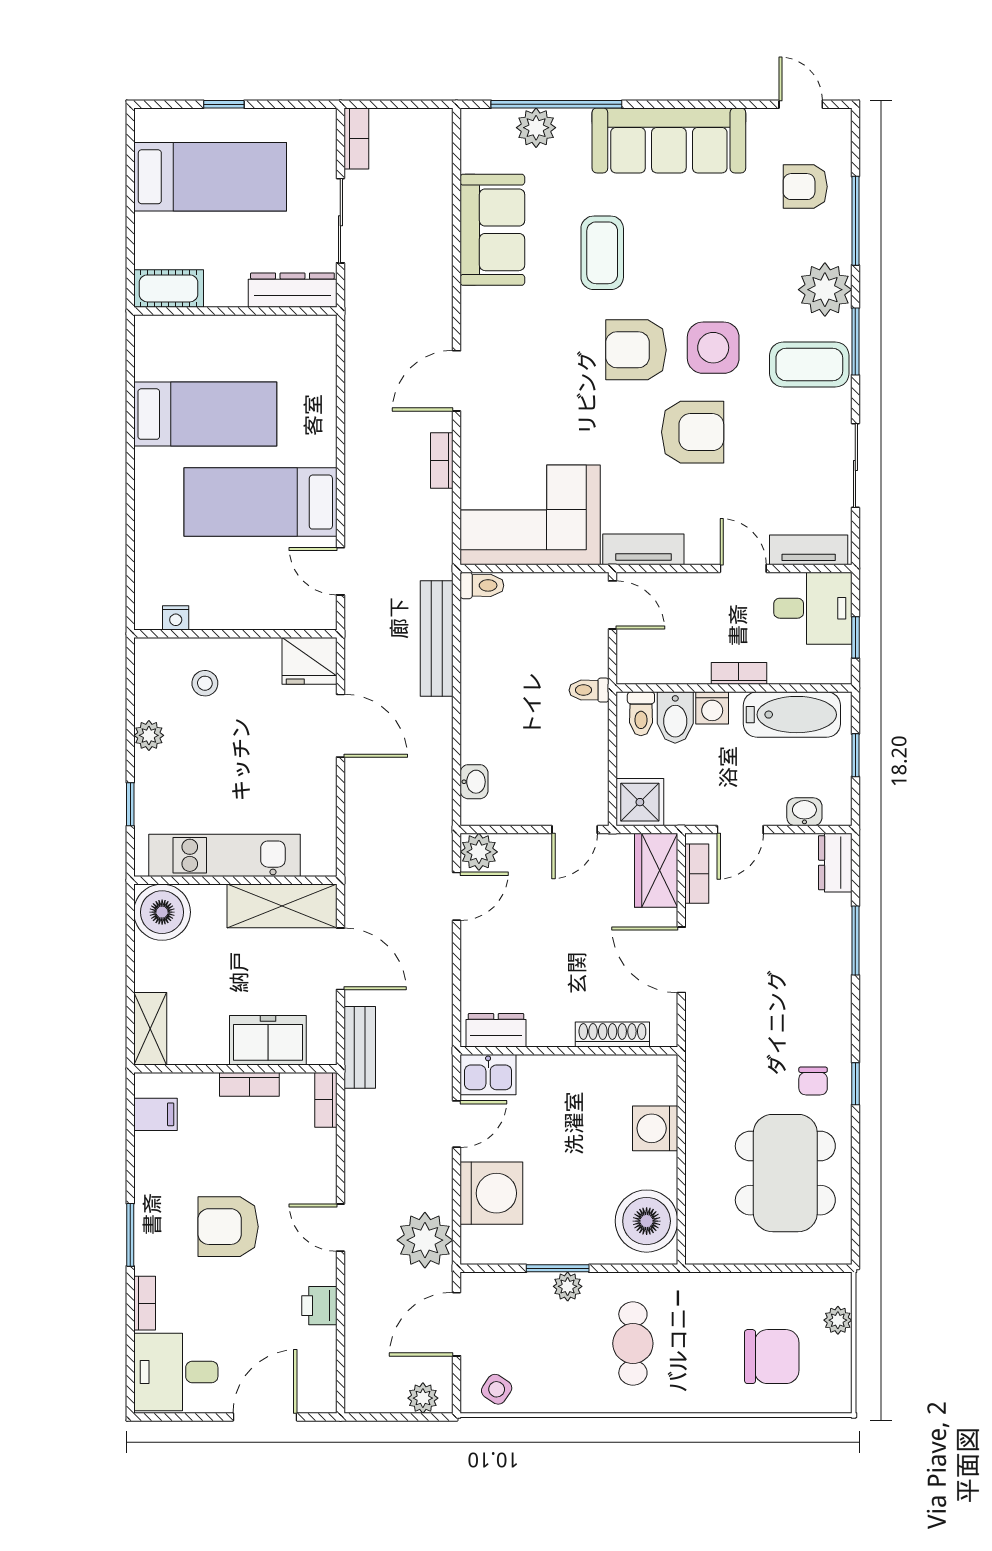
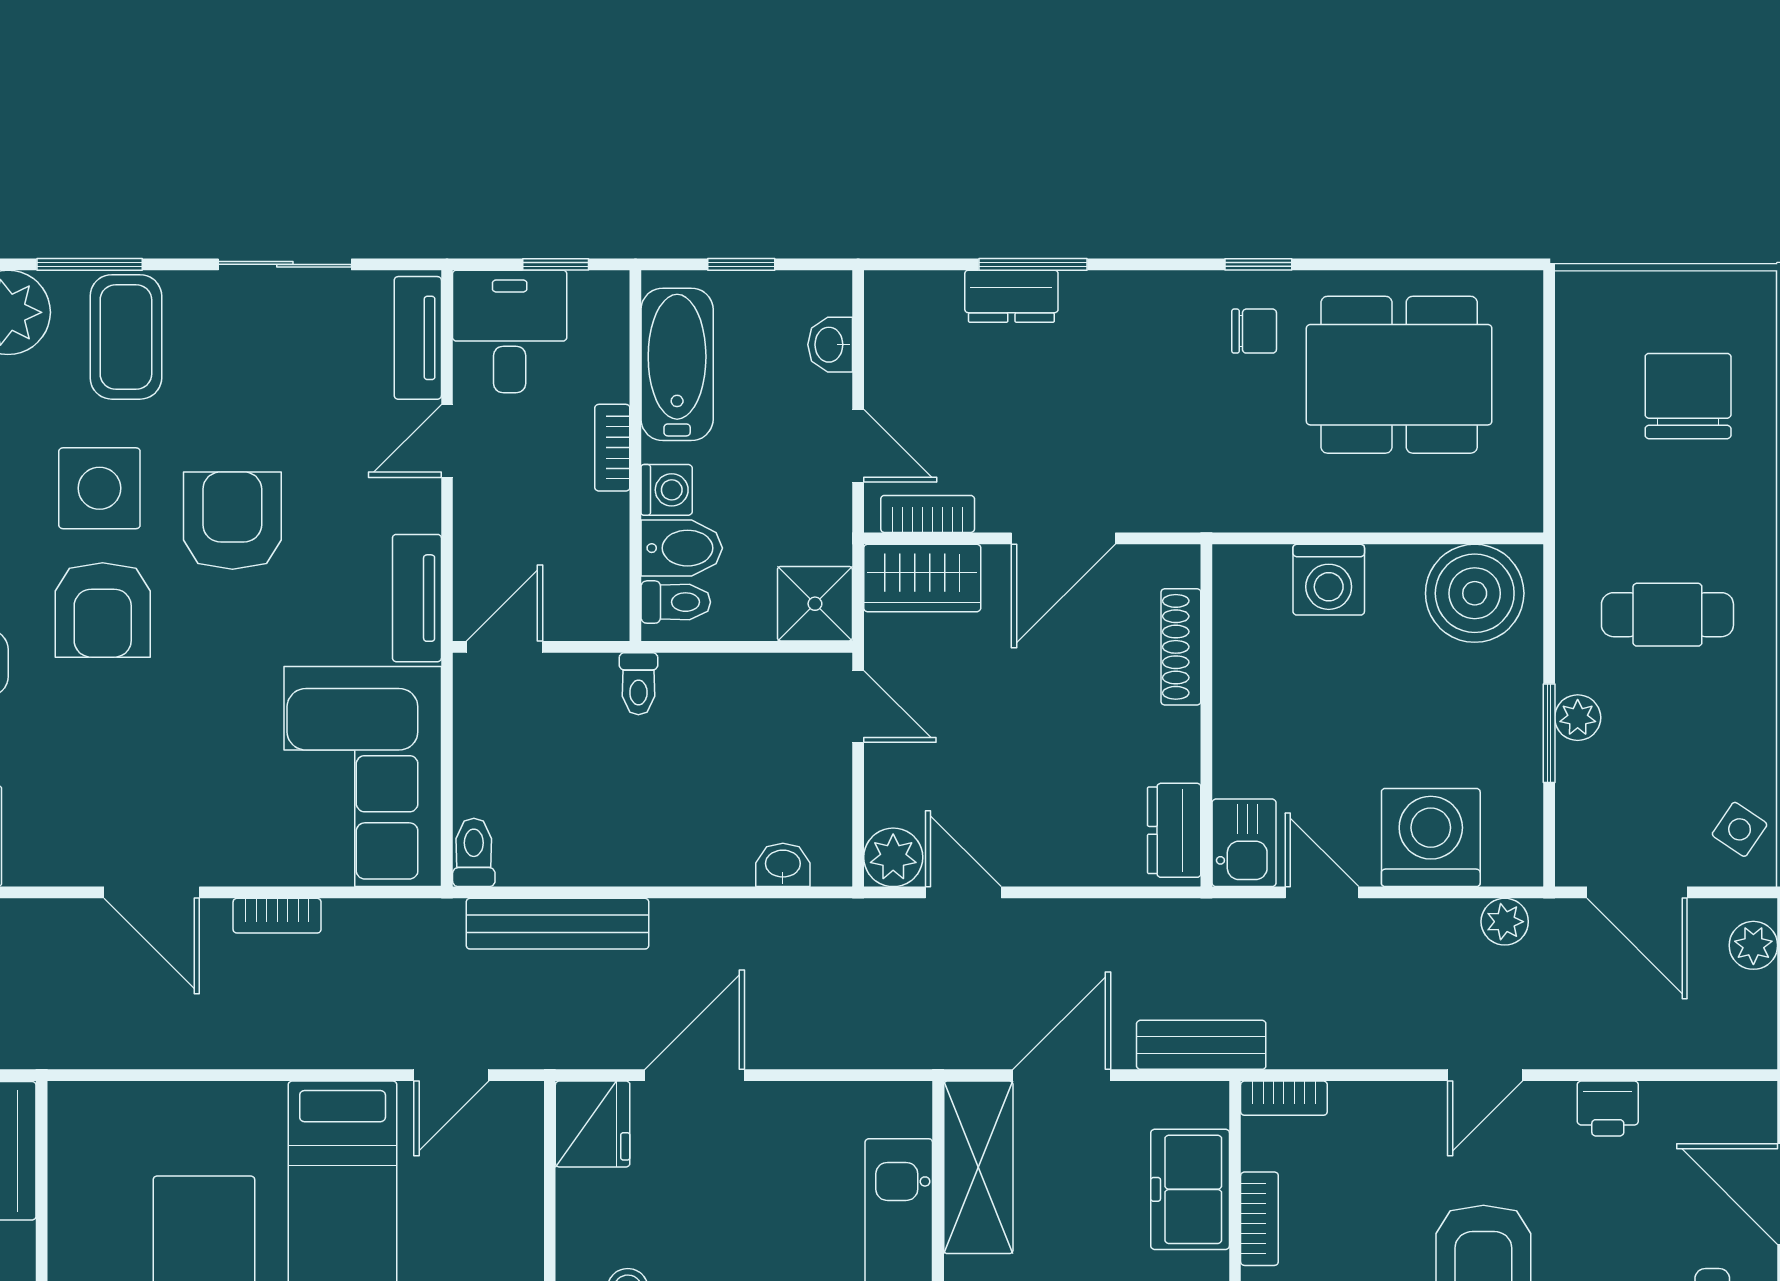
dresser: (835, 863) -> (1011, 296), moved
plant: (425, 1240) -> (1505, 922), width x0.53, depth x0.53
plant: (838, 1320) -> (1631, 292), removed

